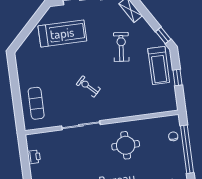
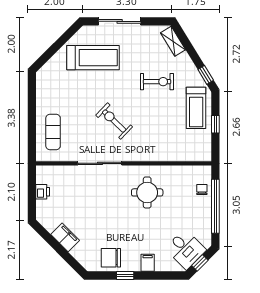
exercise bike: (121, 47) -> (157, 82), turned 84
exercise bike: (88, 86) -> (114, 121), width x1.38, depth x1.39

